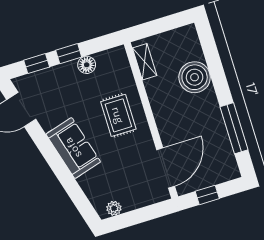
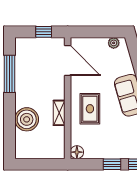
shelving: (145, 62) -> (59, 113), moved
floor lamp: (87, 65) -> (77, 152), moved
door: (166, 168) -> (68, 60), swing flipped

